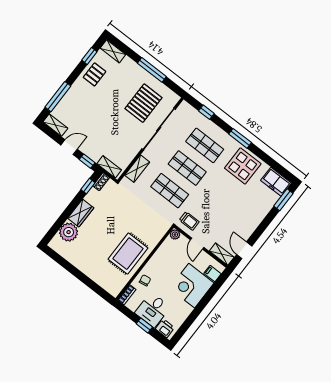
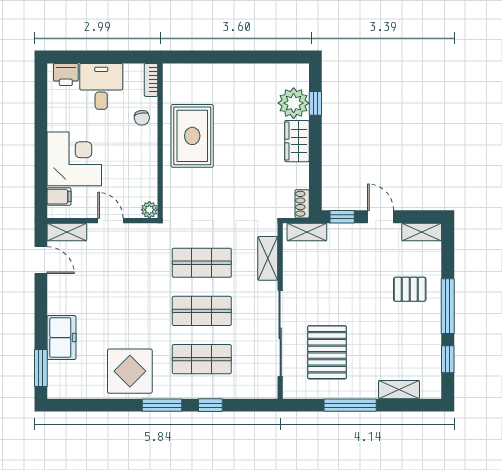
shelving: (113, 51) -> (399, 390), moved
pallet: (94, 74) -> (410, 289), moved, turned 90
window: (58, 97) -> (448, 306), moved
window: (206, 112) -> (210, 405), moved
door: (69, 147) -> (381, 217), swing flipped
freezer: (276, 182) -> (61, 338), moved, turned 90
window: (88, 186) -> (315, 103), moved
trolley: (189, 221) -> (144, 243), removed
window: (144, 325) -> (96, 57), removed

